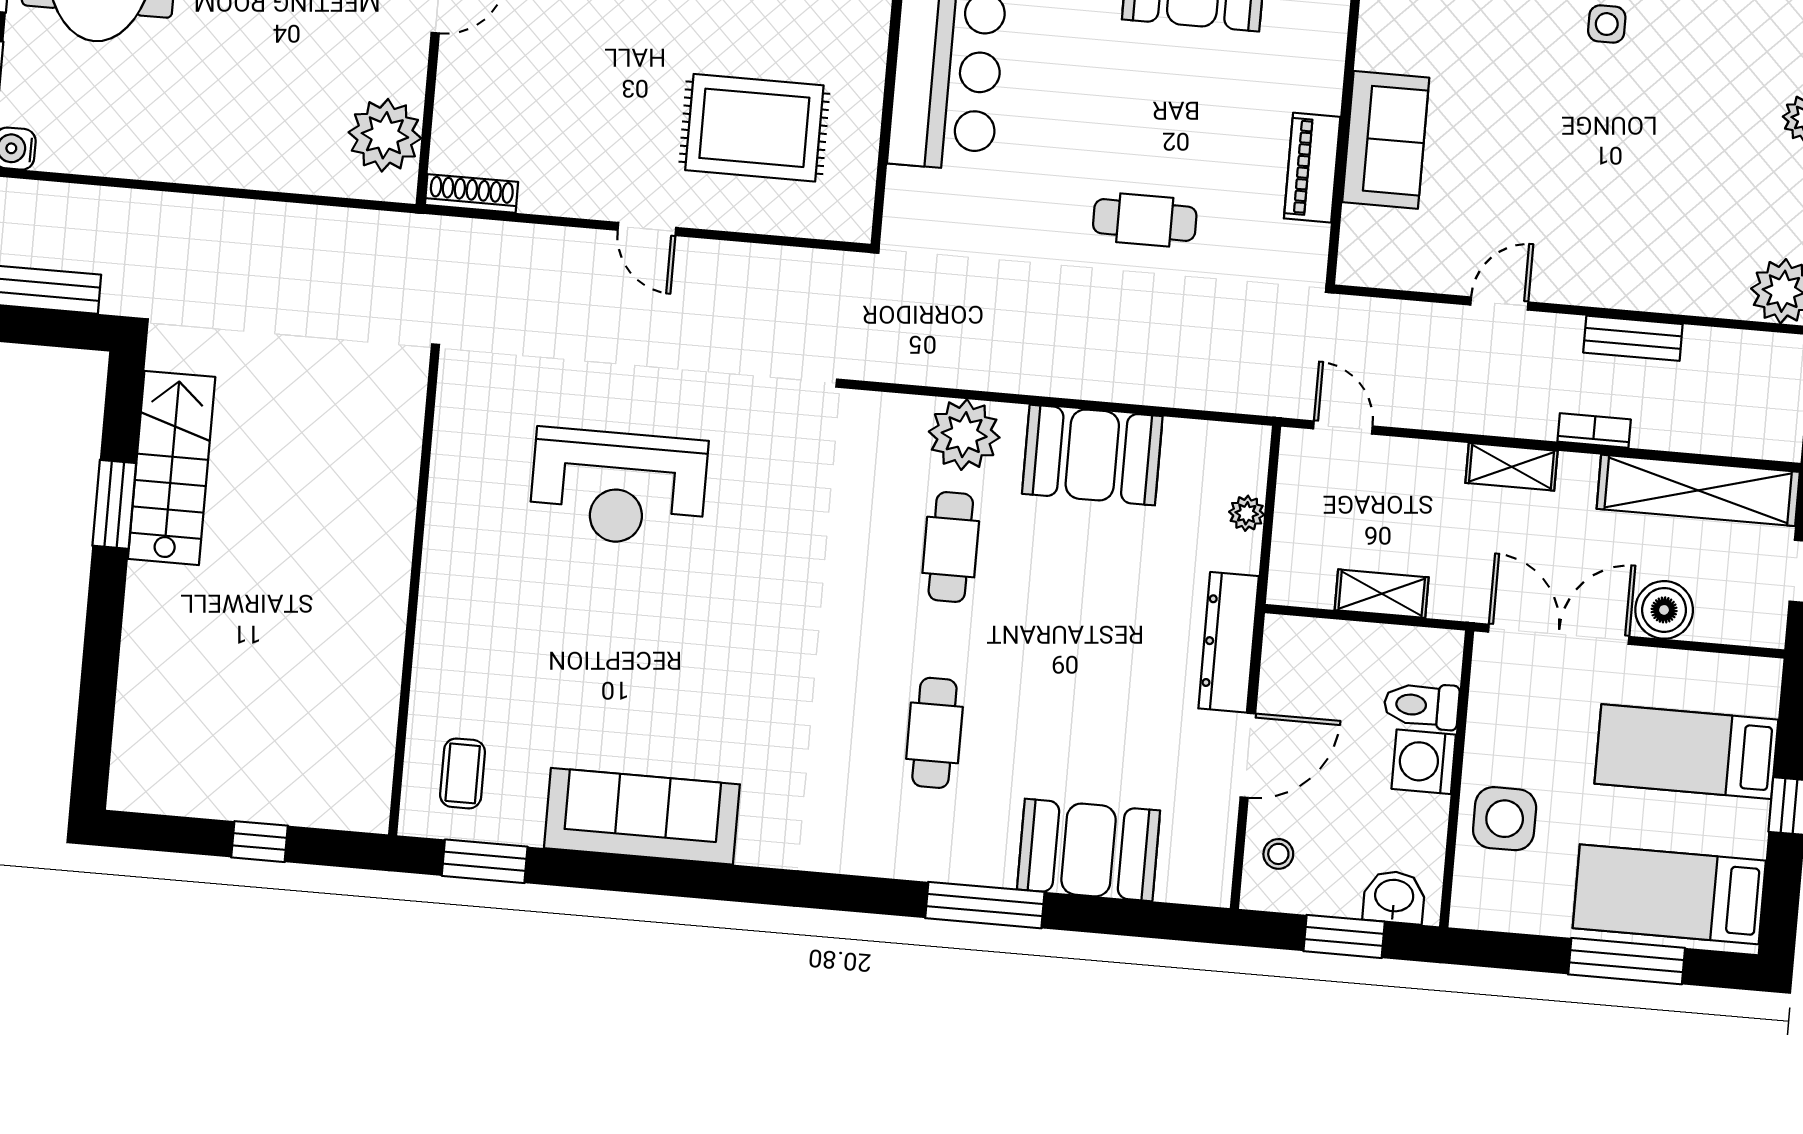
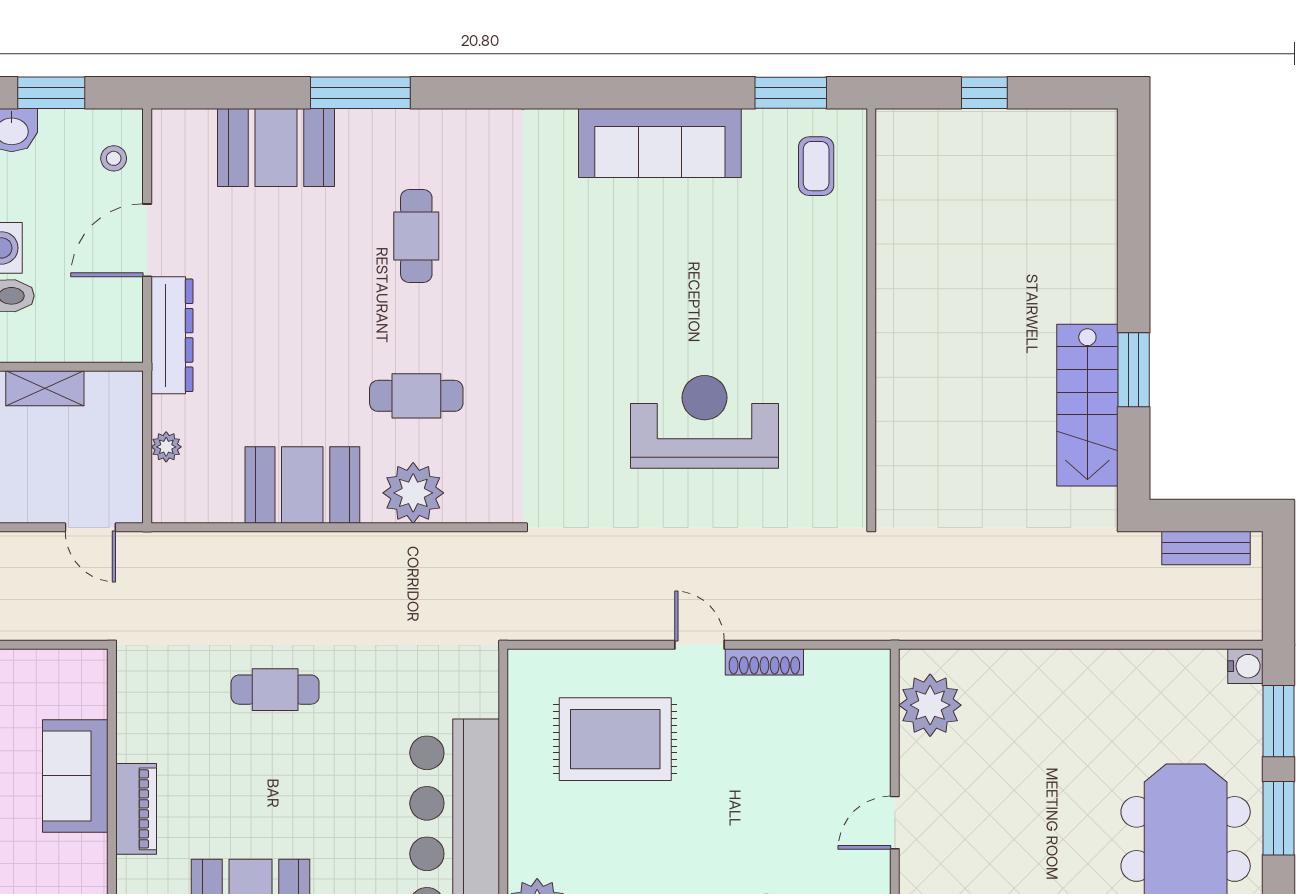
piano: (1312, 168) -> (136, 809), moved
shoe rack: (471, 193) -> (764, 662), moved
cafe table: (951, 547) -> (416, 396), turned 90

